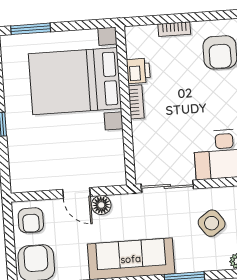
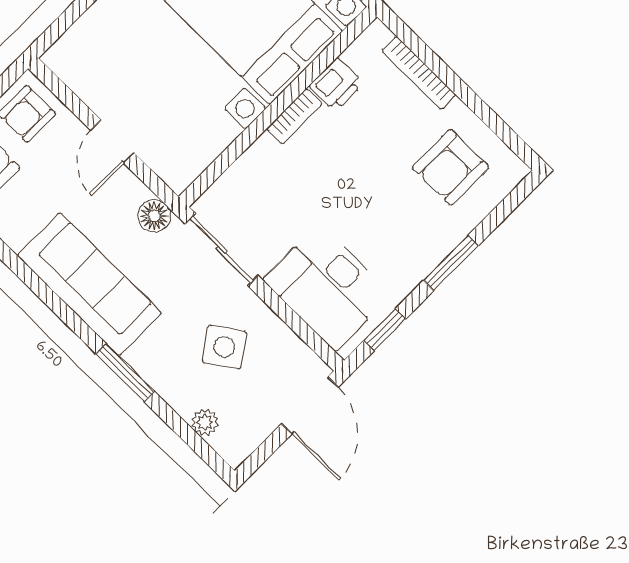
bookcase: (174, 29) -> (419, 73), width x1.56
floor lamp: (101, 205) -> (154, 216), moved

